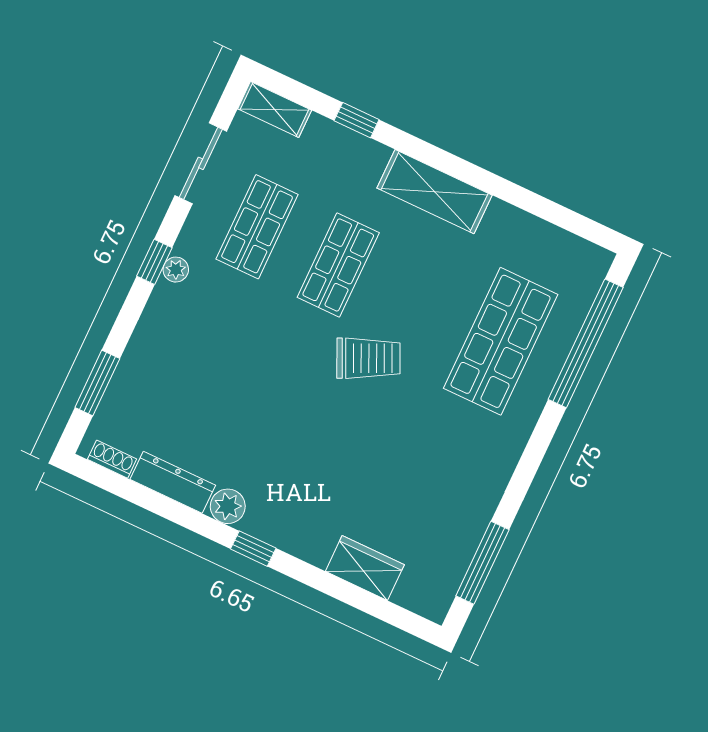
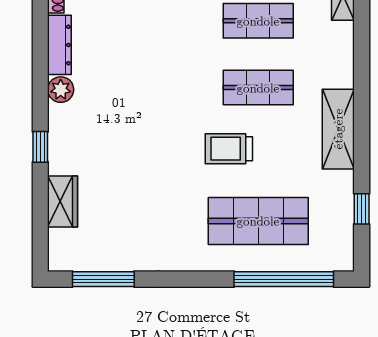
window: (357, 120) -> (362, 209), moved
trolley: (368, 358) -> (229, 149), moved, turned 115
window: (253, 549) -> (40, 147), moved

